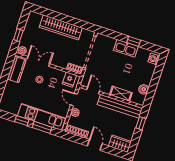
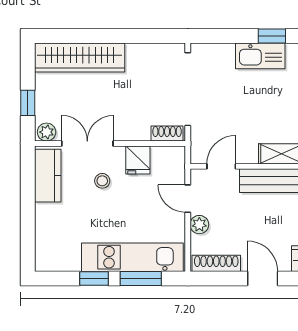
wardrobe: (61, 27) -> (80, 57), moved
fridge: (69, 80) -> (138, 160), moved
door: (93, 90) -> (221, 166), hinge flipped

